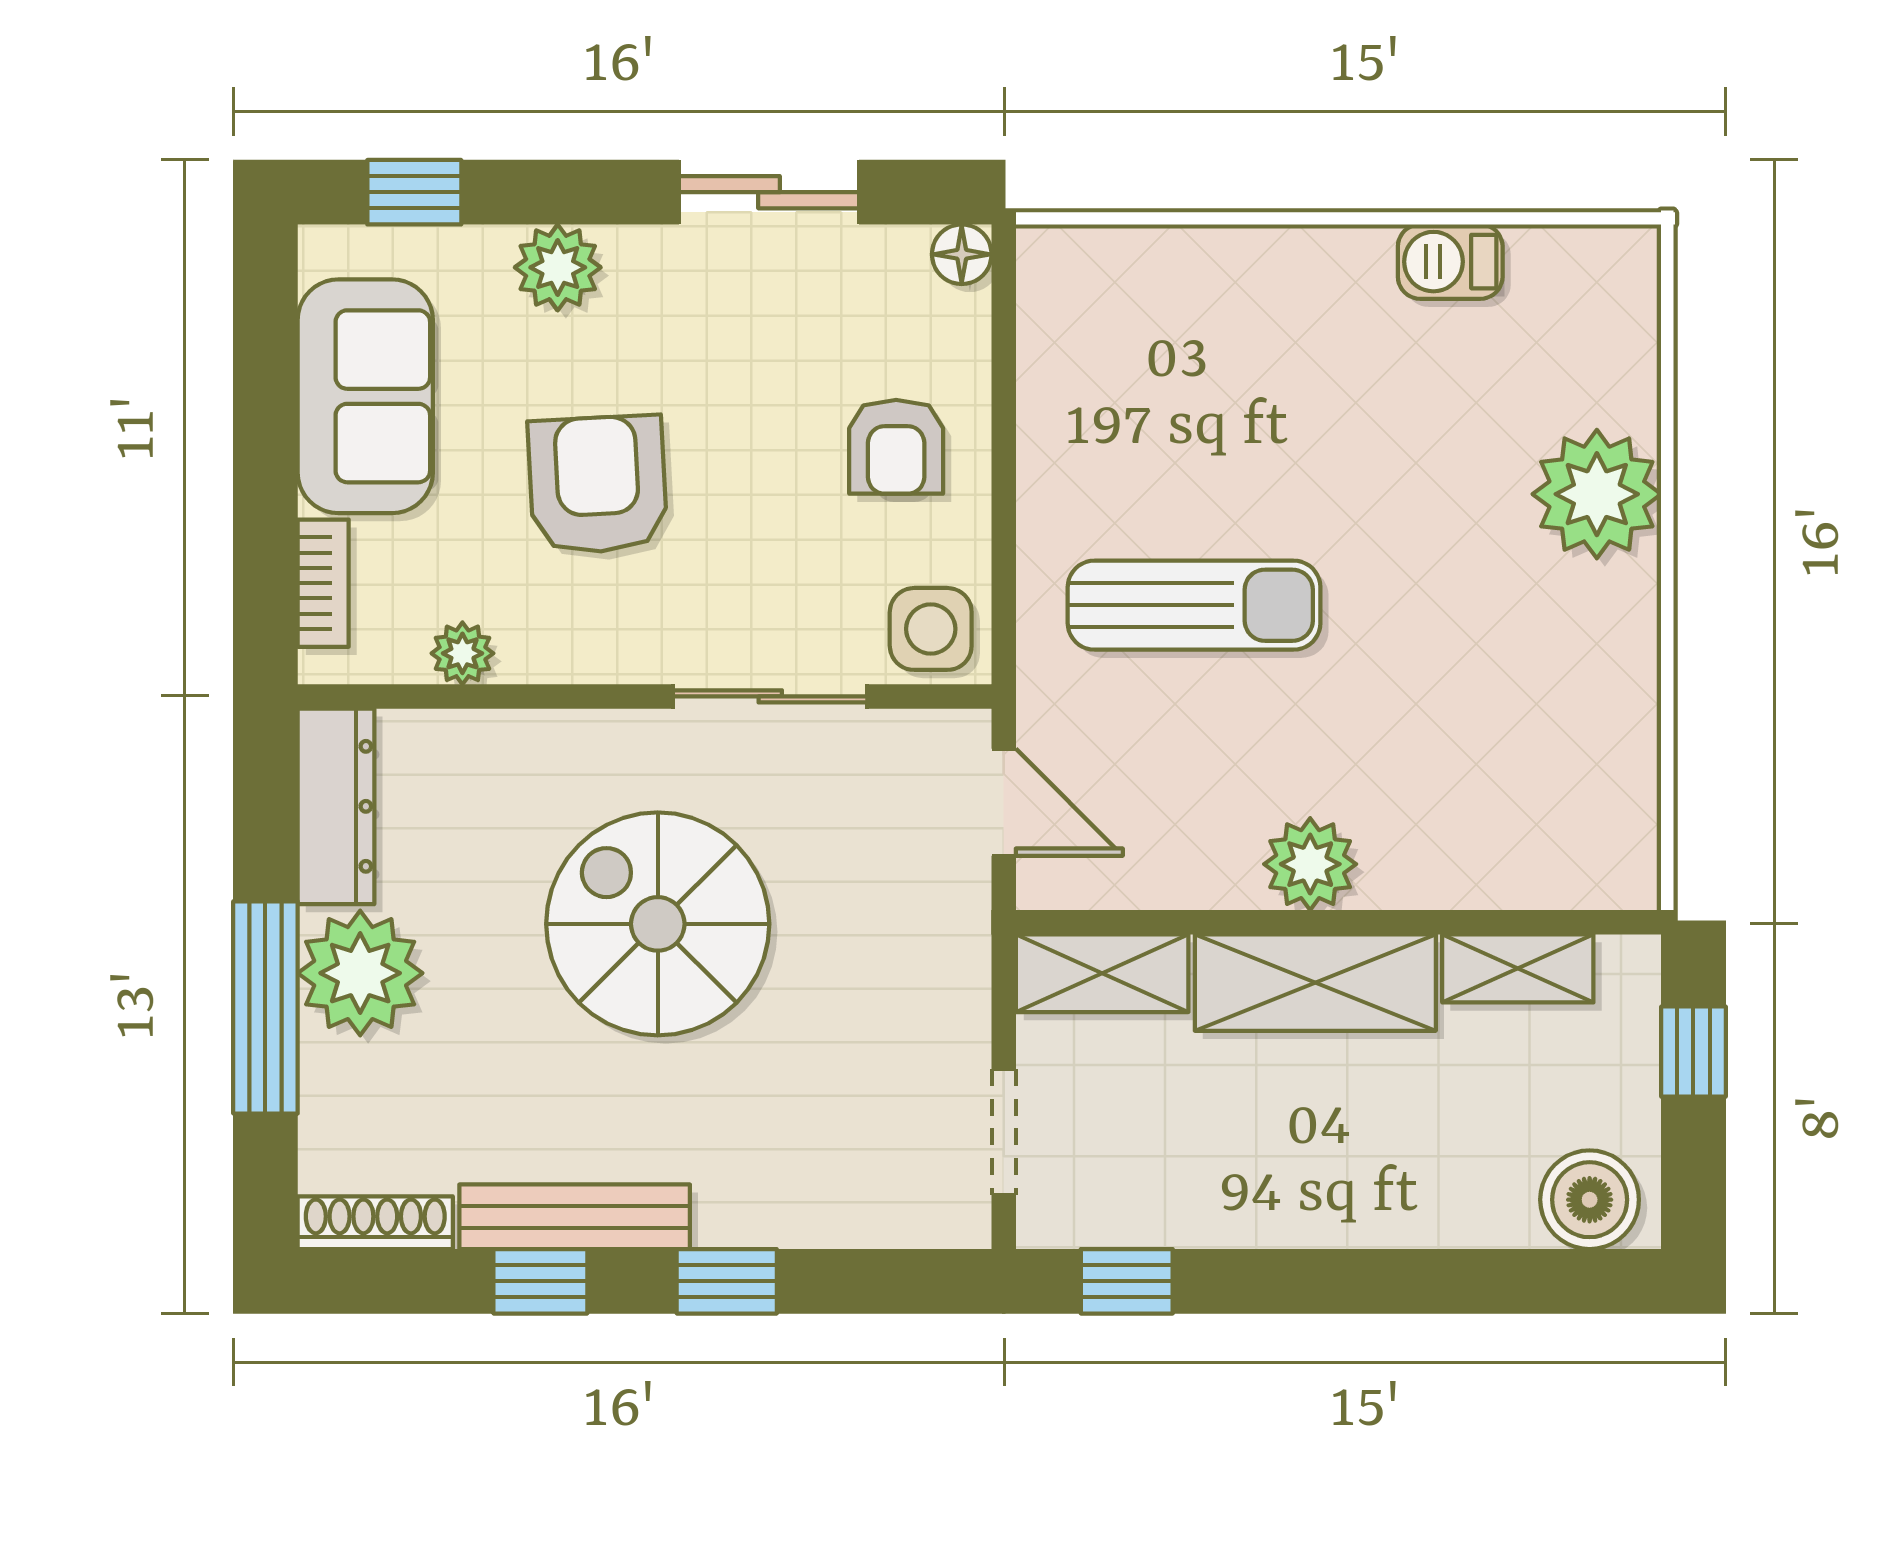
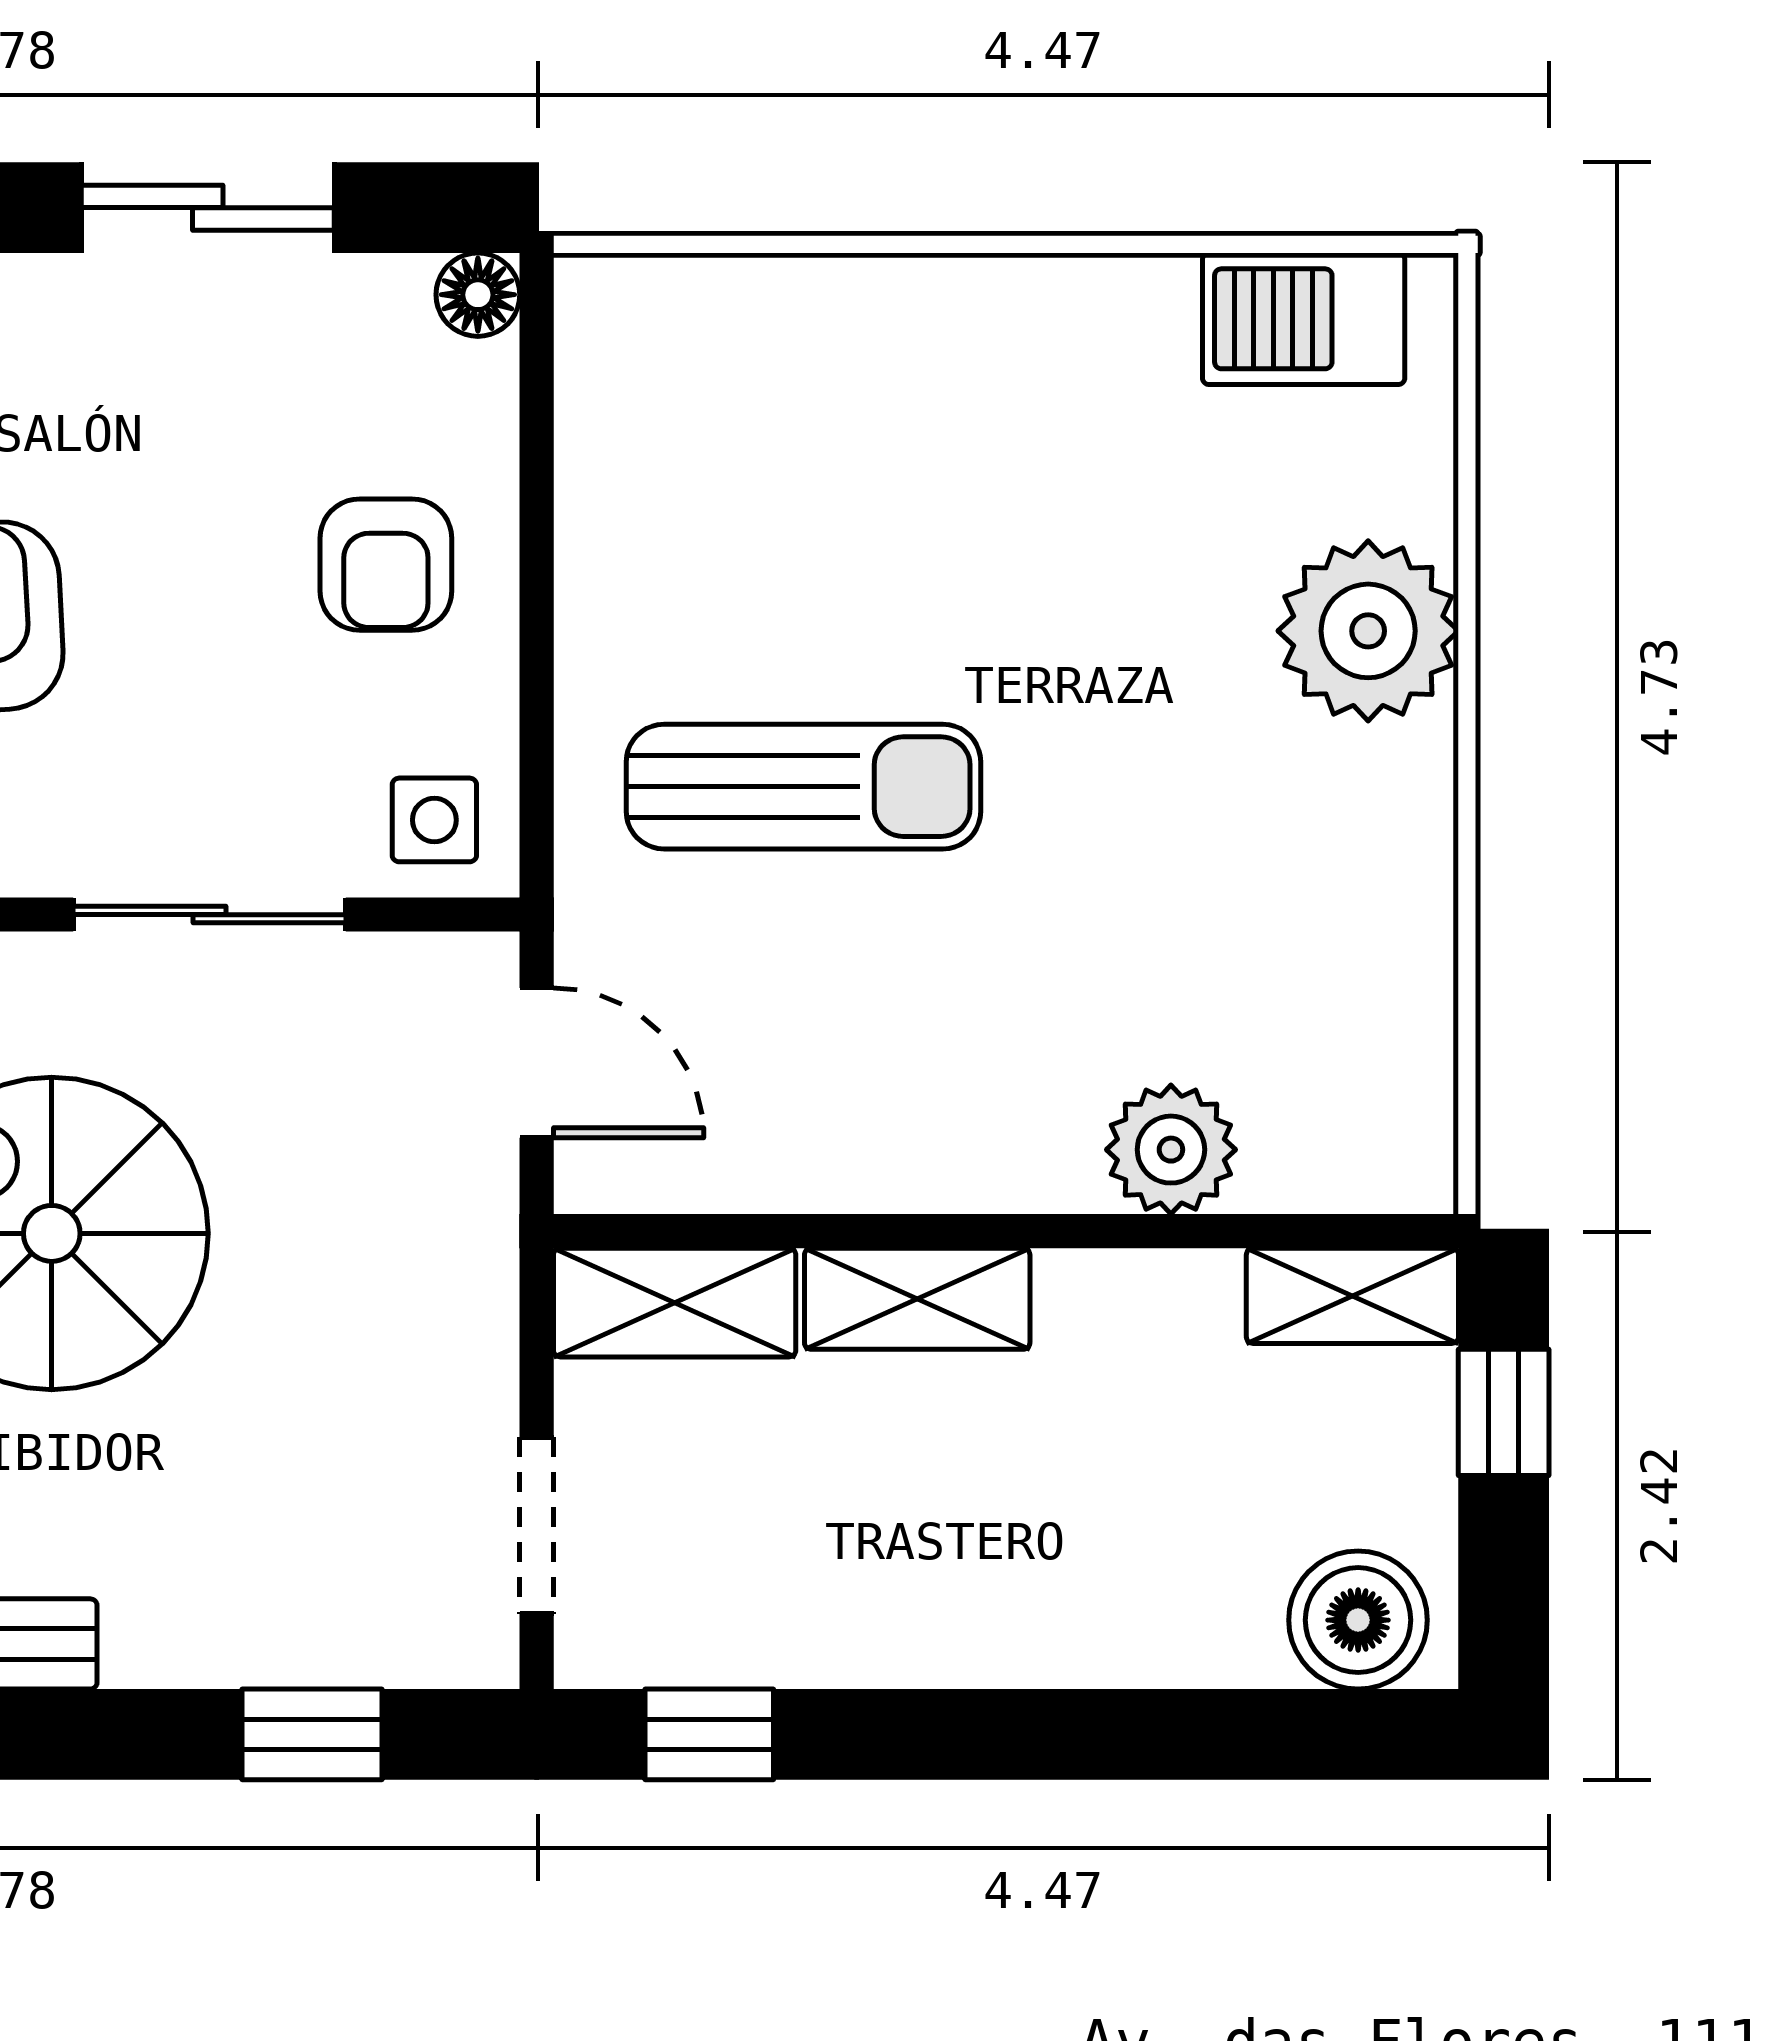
barbecue: (1450, 262) -> (1304, 319), moved, width x1.38, depth x1.27
side table: (931, 629) -> (434, 820), width x0.73, depth x0.73
plant: (1310, 864) -> (1171, 1150), moved
shelving: (1518, 968) -> (1352, 1296), moved
shelving: (1315, 983) -> (917, 1299), width x0.67, depth x0.75
window: (727, 1281) -> (312, 1734), moved

